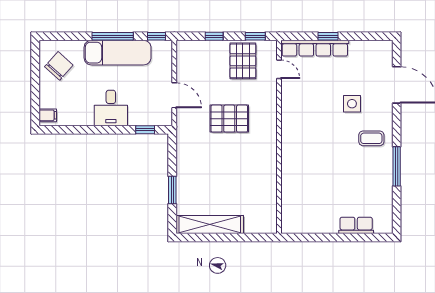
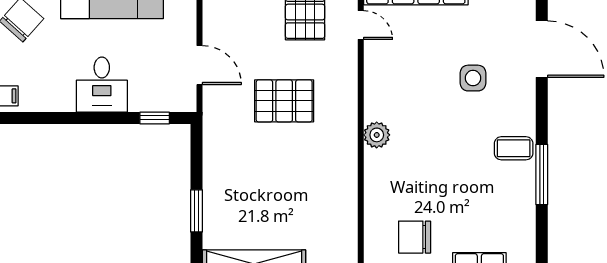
coffee table: (371, 138) -> (514, 148), moved
plant: (289, 141) -> (377, 135), added
chair: (314, 207) -> (415, 237), added

